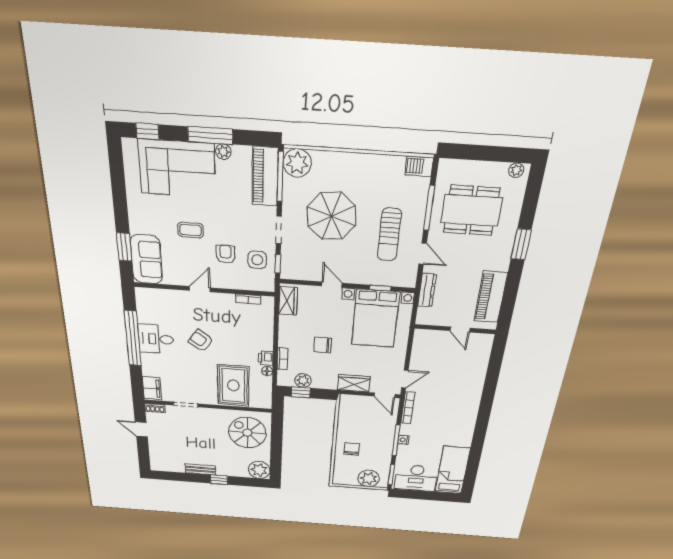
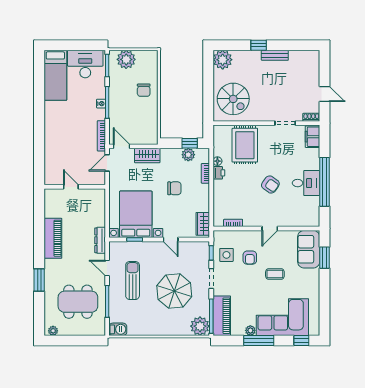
wall: (455, 329) -> (75, 187), moved
door: (460, 329) -> (71, 187), moved

